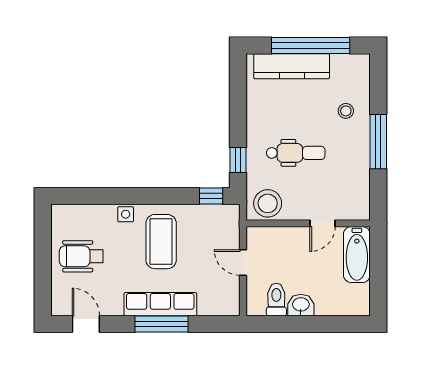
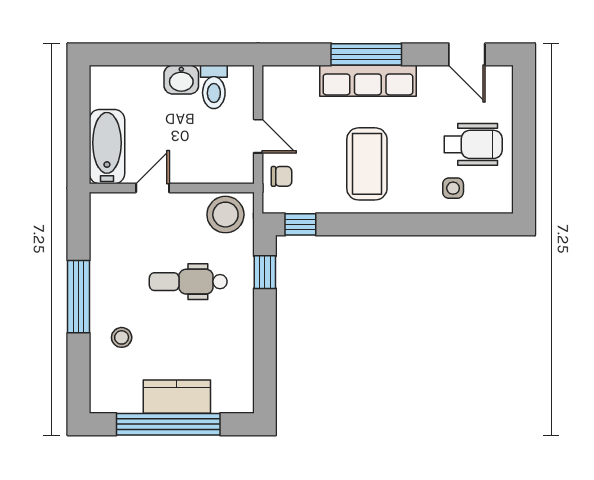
kitchen counter: (292, 66) -> (177, 397), width x0.67
side table: (126, 214) -> (453, 188), moved
chair: (225, 232) -> (282, 176), added

